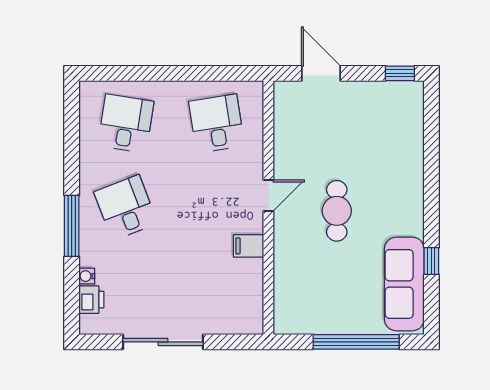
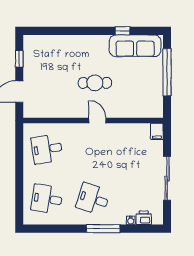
window: (400, 73) -> (19, 59), moved
door: (268, 196) -> (97, 121), moved
desk: (126, 208) -> (93, 199), turned 39
filing cabinet: (248, 246) -> (157, 131), moved

